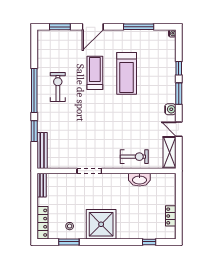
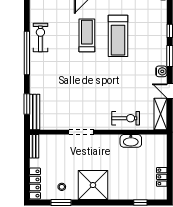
exercise bike: (58, 87) -> (40, 37), moved
window: (34, 131) -> (27, 104), moved

